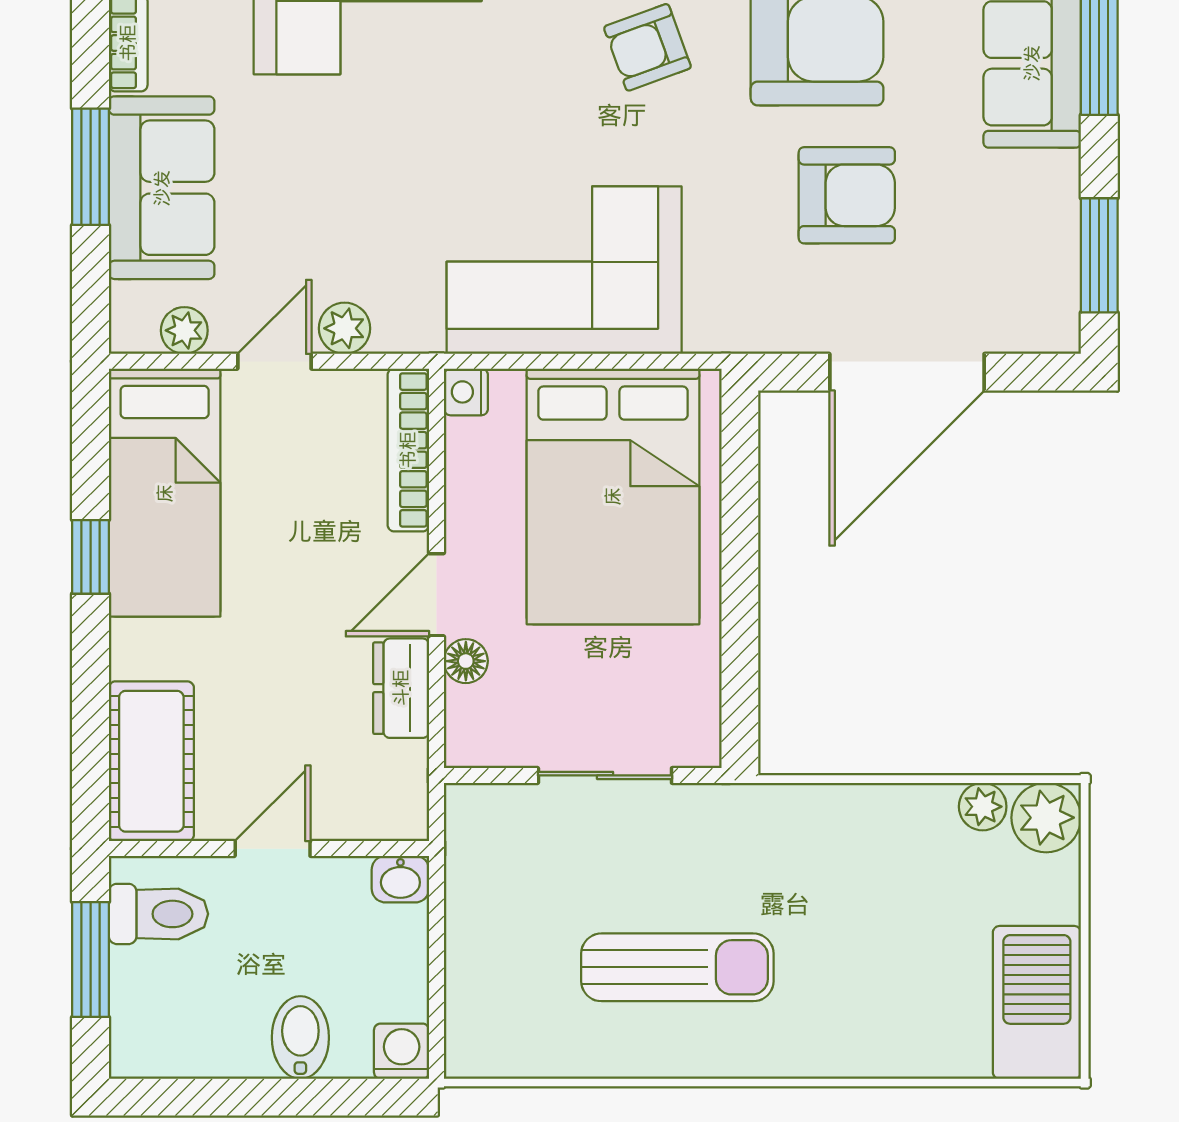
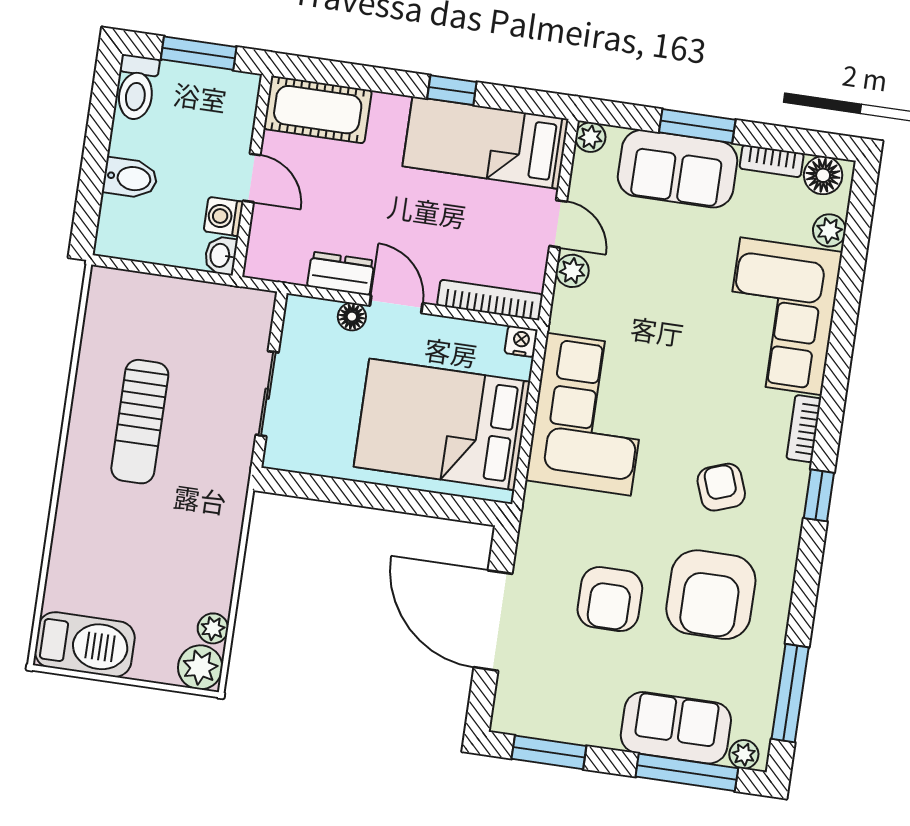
plant: (184, 330) -> (590, 137), moved
toilet: (158, 914) -> (137, 88), moved
washing machine: (402, 1051) -> (224, 217), moved, turned 180

